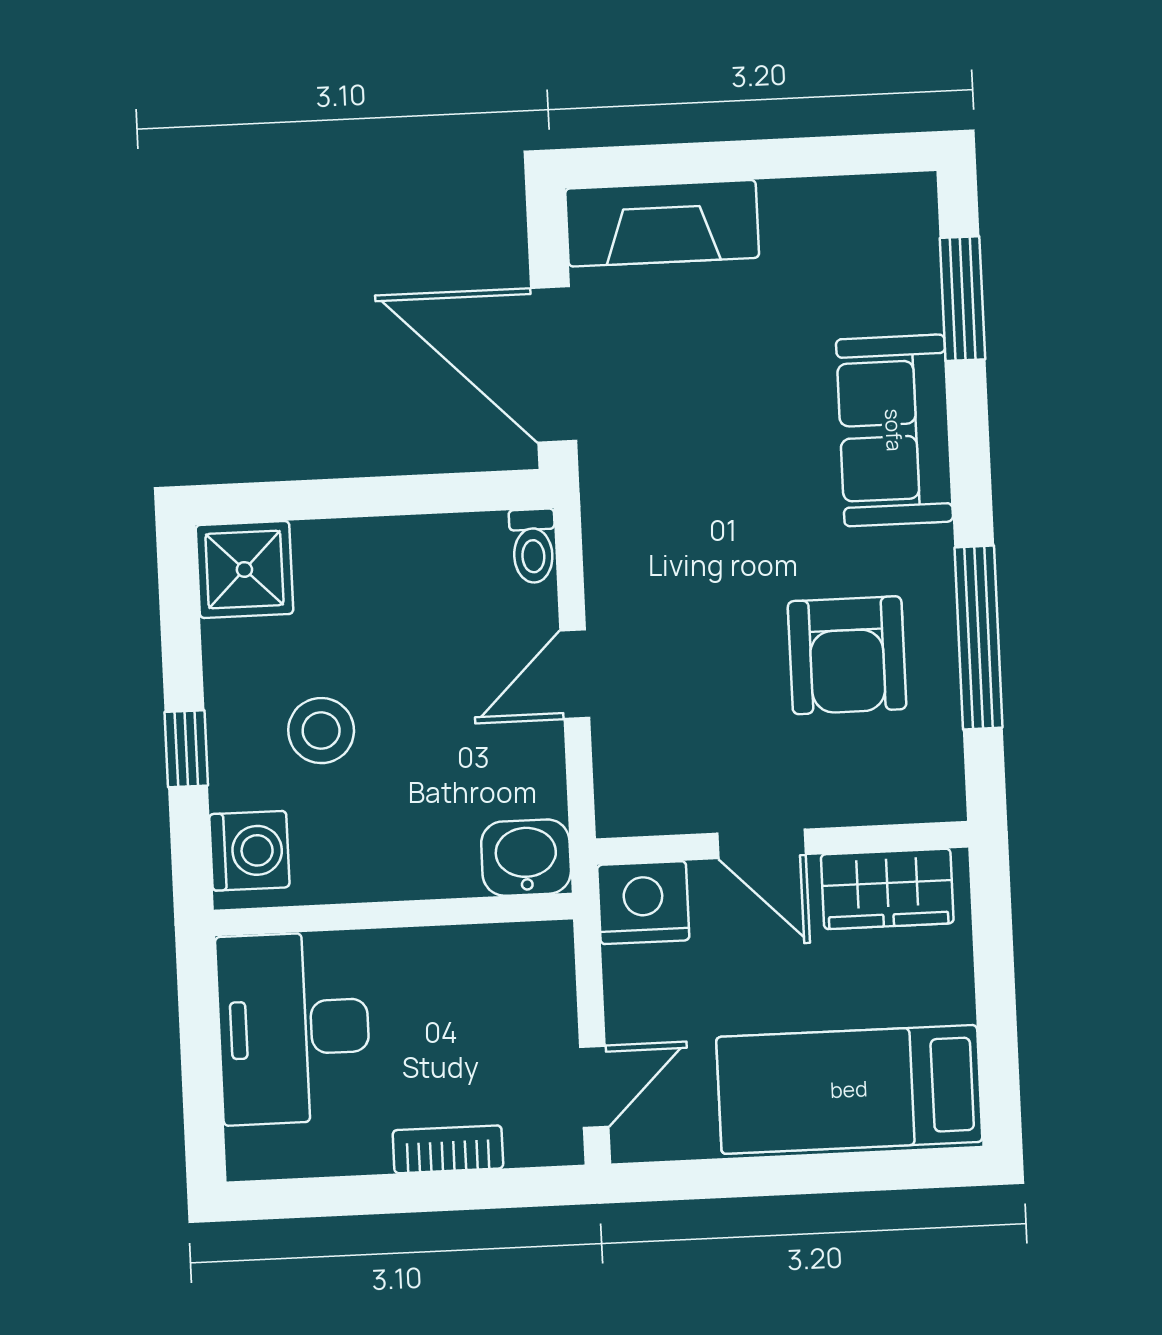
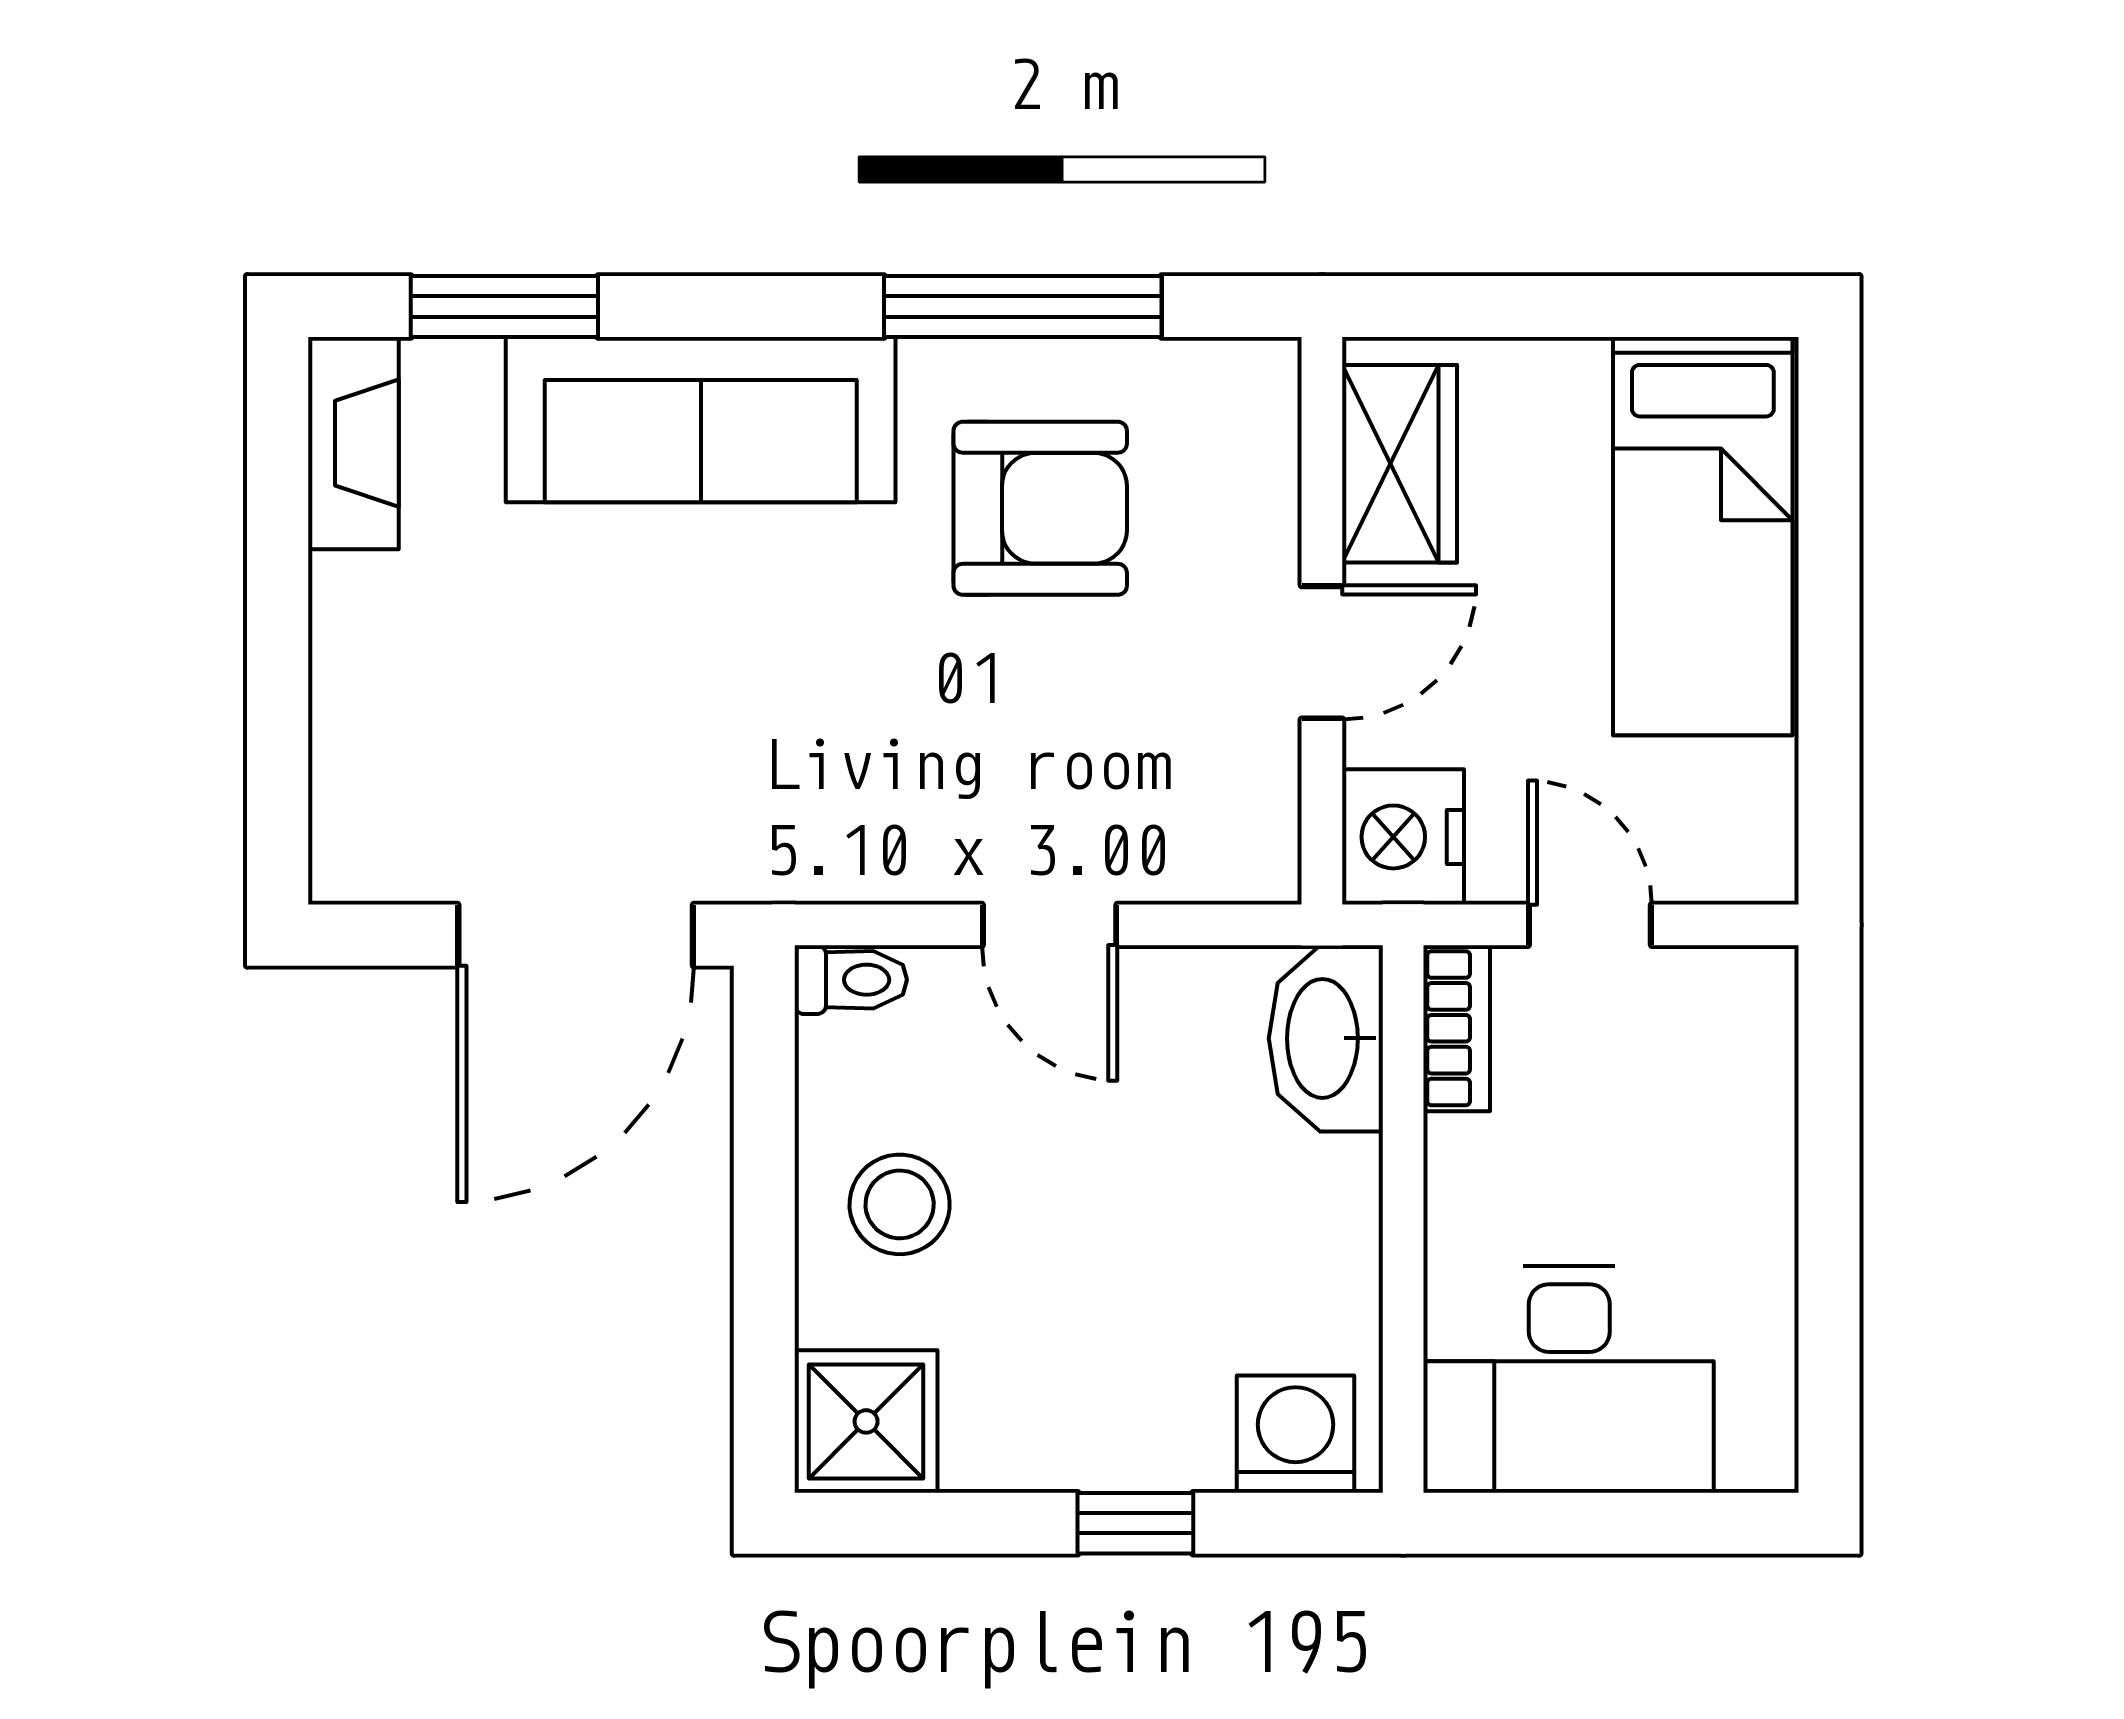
fireplace: (662, 223) -> (353, 443), moved, width x0.73, depth x0.76
sofa: (894, 430) -> (701, 420), width x1.36
stool: (321, 731) -> (900, 1204), moved
washbasin: (526, 858) -> (1326, 1038), width x1.38
door: (594, 1087) -> (1590, 925), moved
bookcase: (448, 1149) -> (1457, 1028), moved, turned 180

